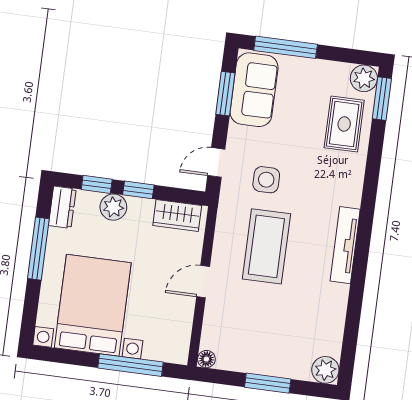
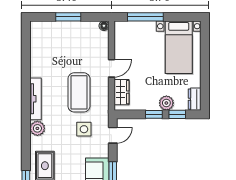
wardrobe: (177, 216) -> (121, 92), moved, turned 90
window: (38, 249) -> (205, 75), removed
bed with nightstands: (93, 305) -> (179, 47), width x0.73
plant: (325, 370) -> (37, 128), moved

